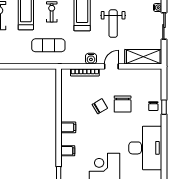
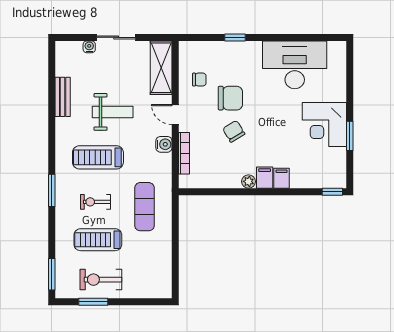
chair: (153, 106) -> (199, 80), moved
plant: (66, 116) -> (248, 181), added
filing cabinet: (68, 151) -> (281, 178), moved

